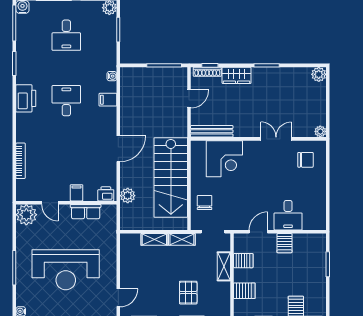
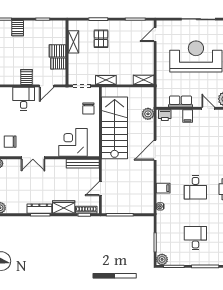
dresser: (268, 73) -> (39, 209), added
shelving: (154, 239) -> (144, 80), moved
shelving: (224, 266) -> (73, 42), moved
server rack: (244, 291) -> (58, 51), moved

